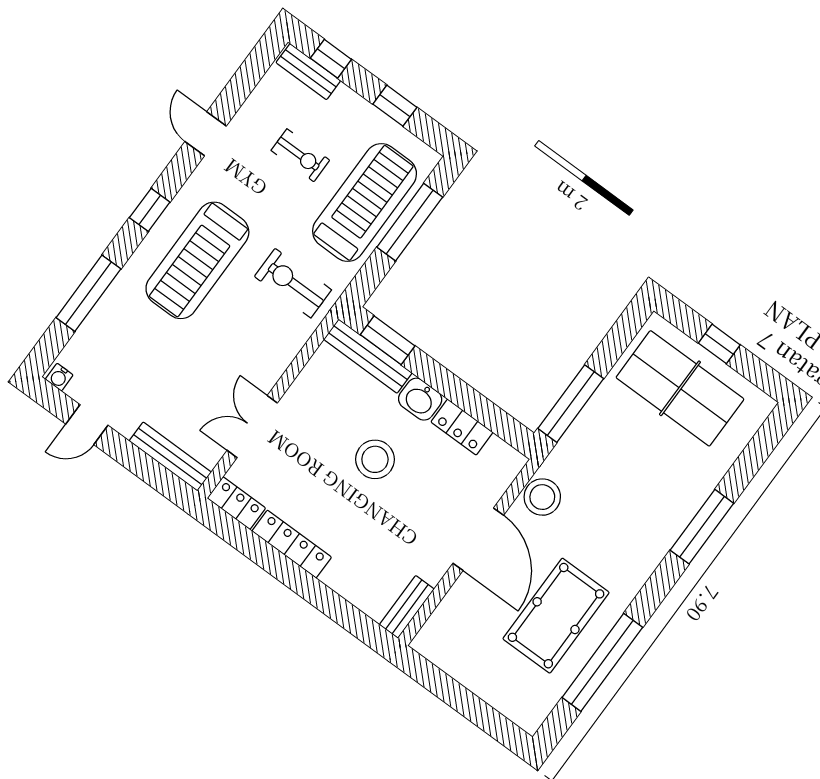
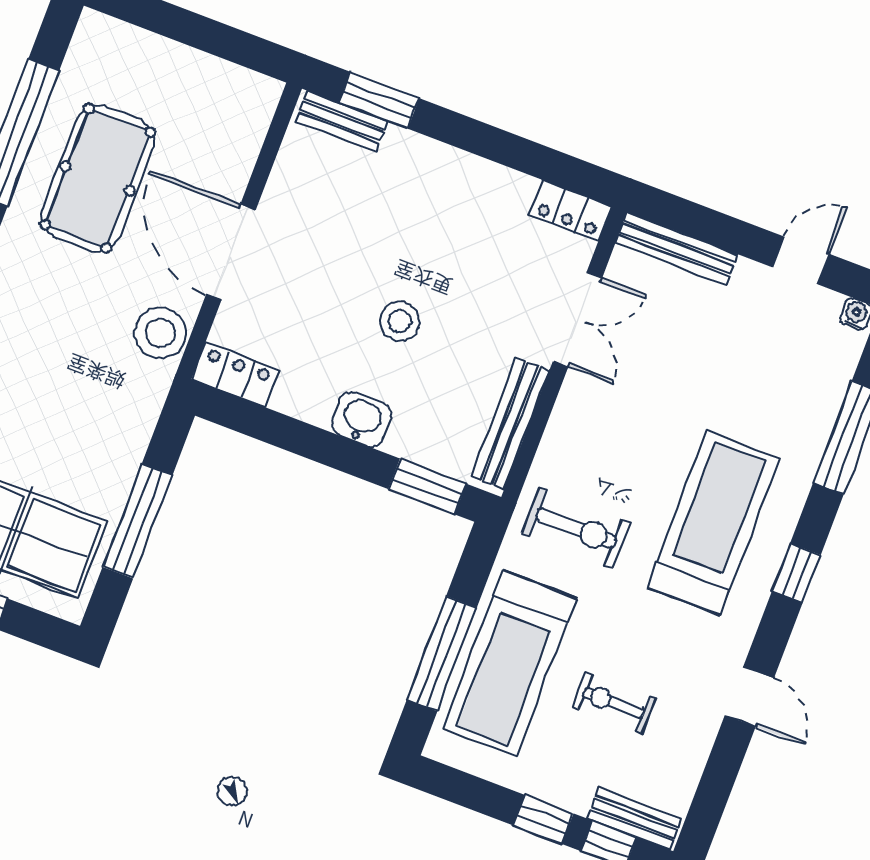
window: (395, 106) -> (543, 819), moved
bench: (368, 356) -> (510, 423), moved, turned 90
window: (571, 404) -> (137, 521), moved
locker: (462, 427) -> (235, 375), moved
stool: (375, 459) -> (400, 321), width x0.73, depth x0.73
locker: (292, 544) -> (480, 176), removed
bench: (407, 607) -> (342, 121), moved, turned 90
window: (347, 616) -> (379, 100), added

